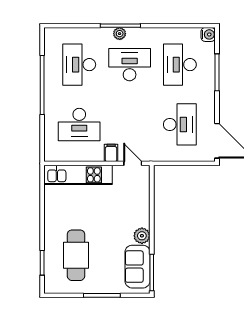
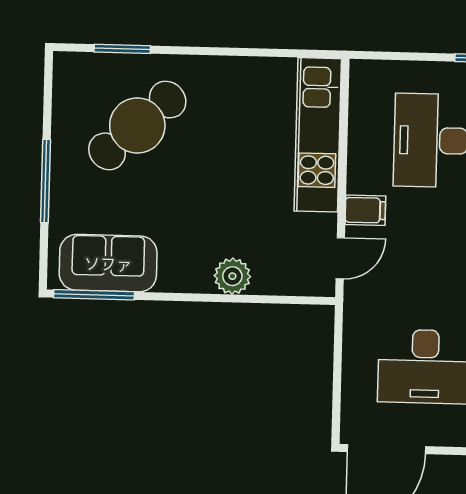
plant: (142, 236) -> (232, 276), moved
cafe table: (76, 255) -> (137, 125), turned -42

